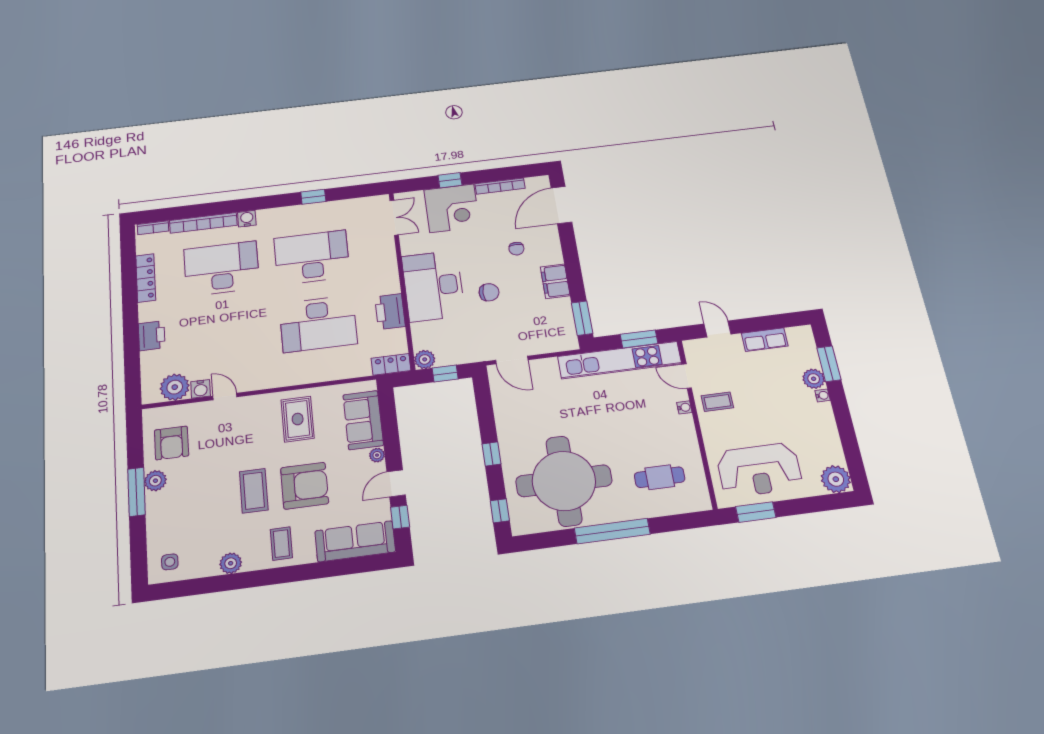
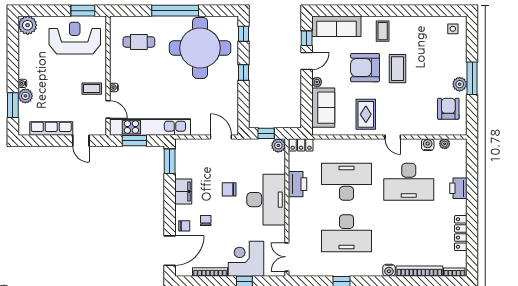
chair: (546, 238) -> (184, 226), added
desk: (222, 268) -> (409, 182), moved
row of seats: (765, 340) -> (51, 128), width x1.48
plant: (175, 387) -> (445, 144), width x0.53, depth x0.53
door: (225, 396) -> (393, 137), moved
plant: (231, 563) -> (415, 23), removed

